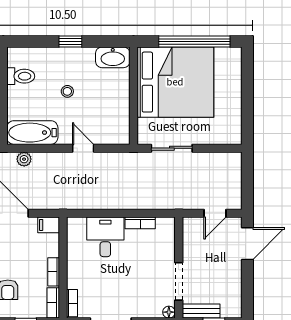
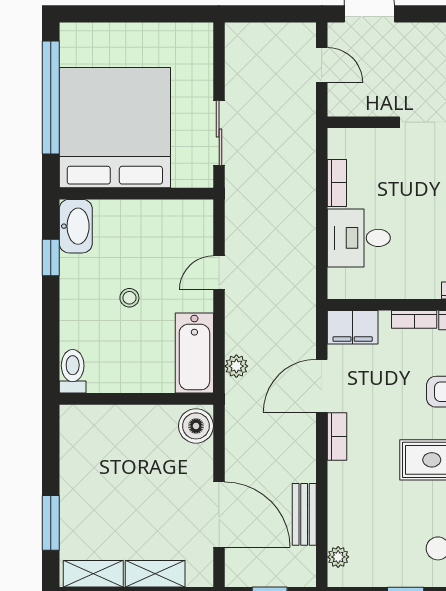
window: (70, 41) -> (51, 258), moved
toilet: (21, 76) -> (73, 371), moved
filing cabinet: (49, 225) -> (353, 327), width x2.00

